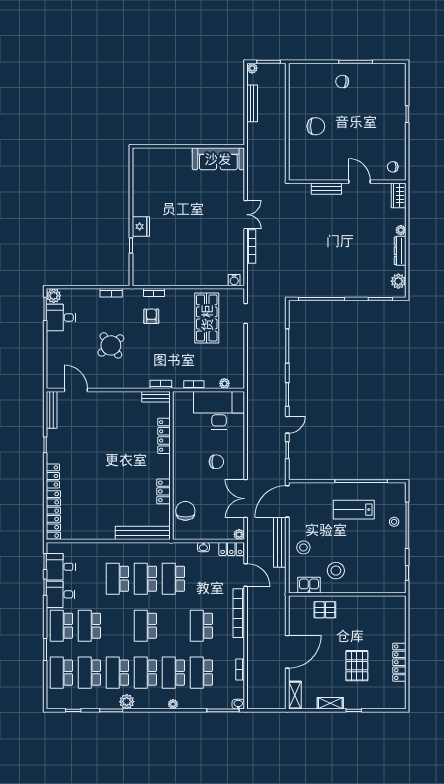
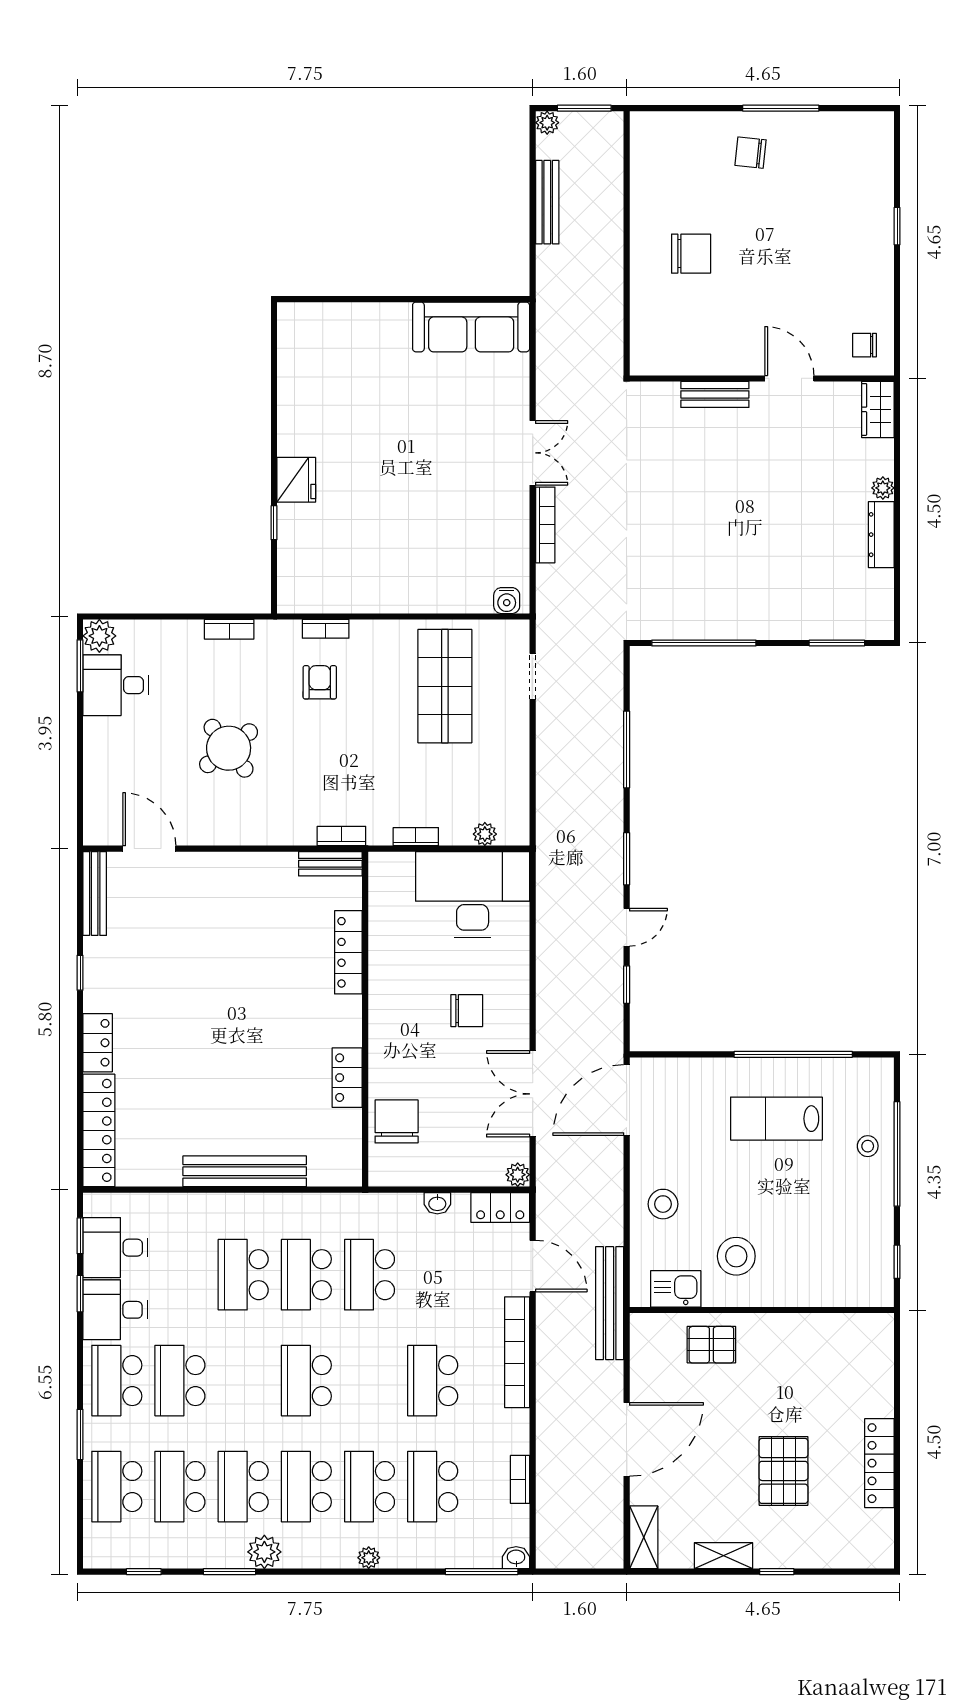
plant: (398, 281) -> (877, 603), removed
bench: (143, 533) -> (245, 1171), moved
bench: (280, 542) -> (610, 1303), moved

